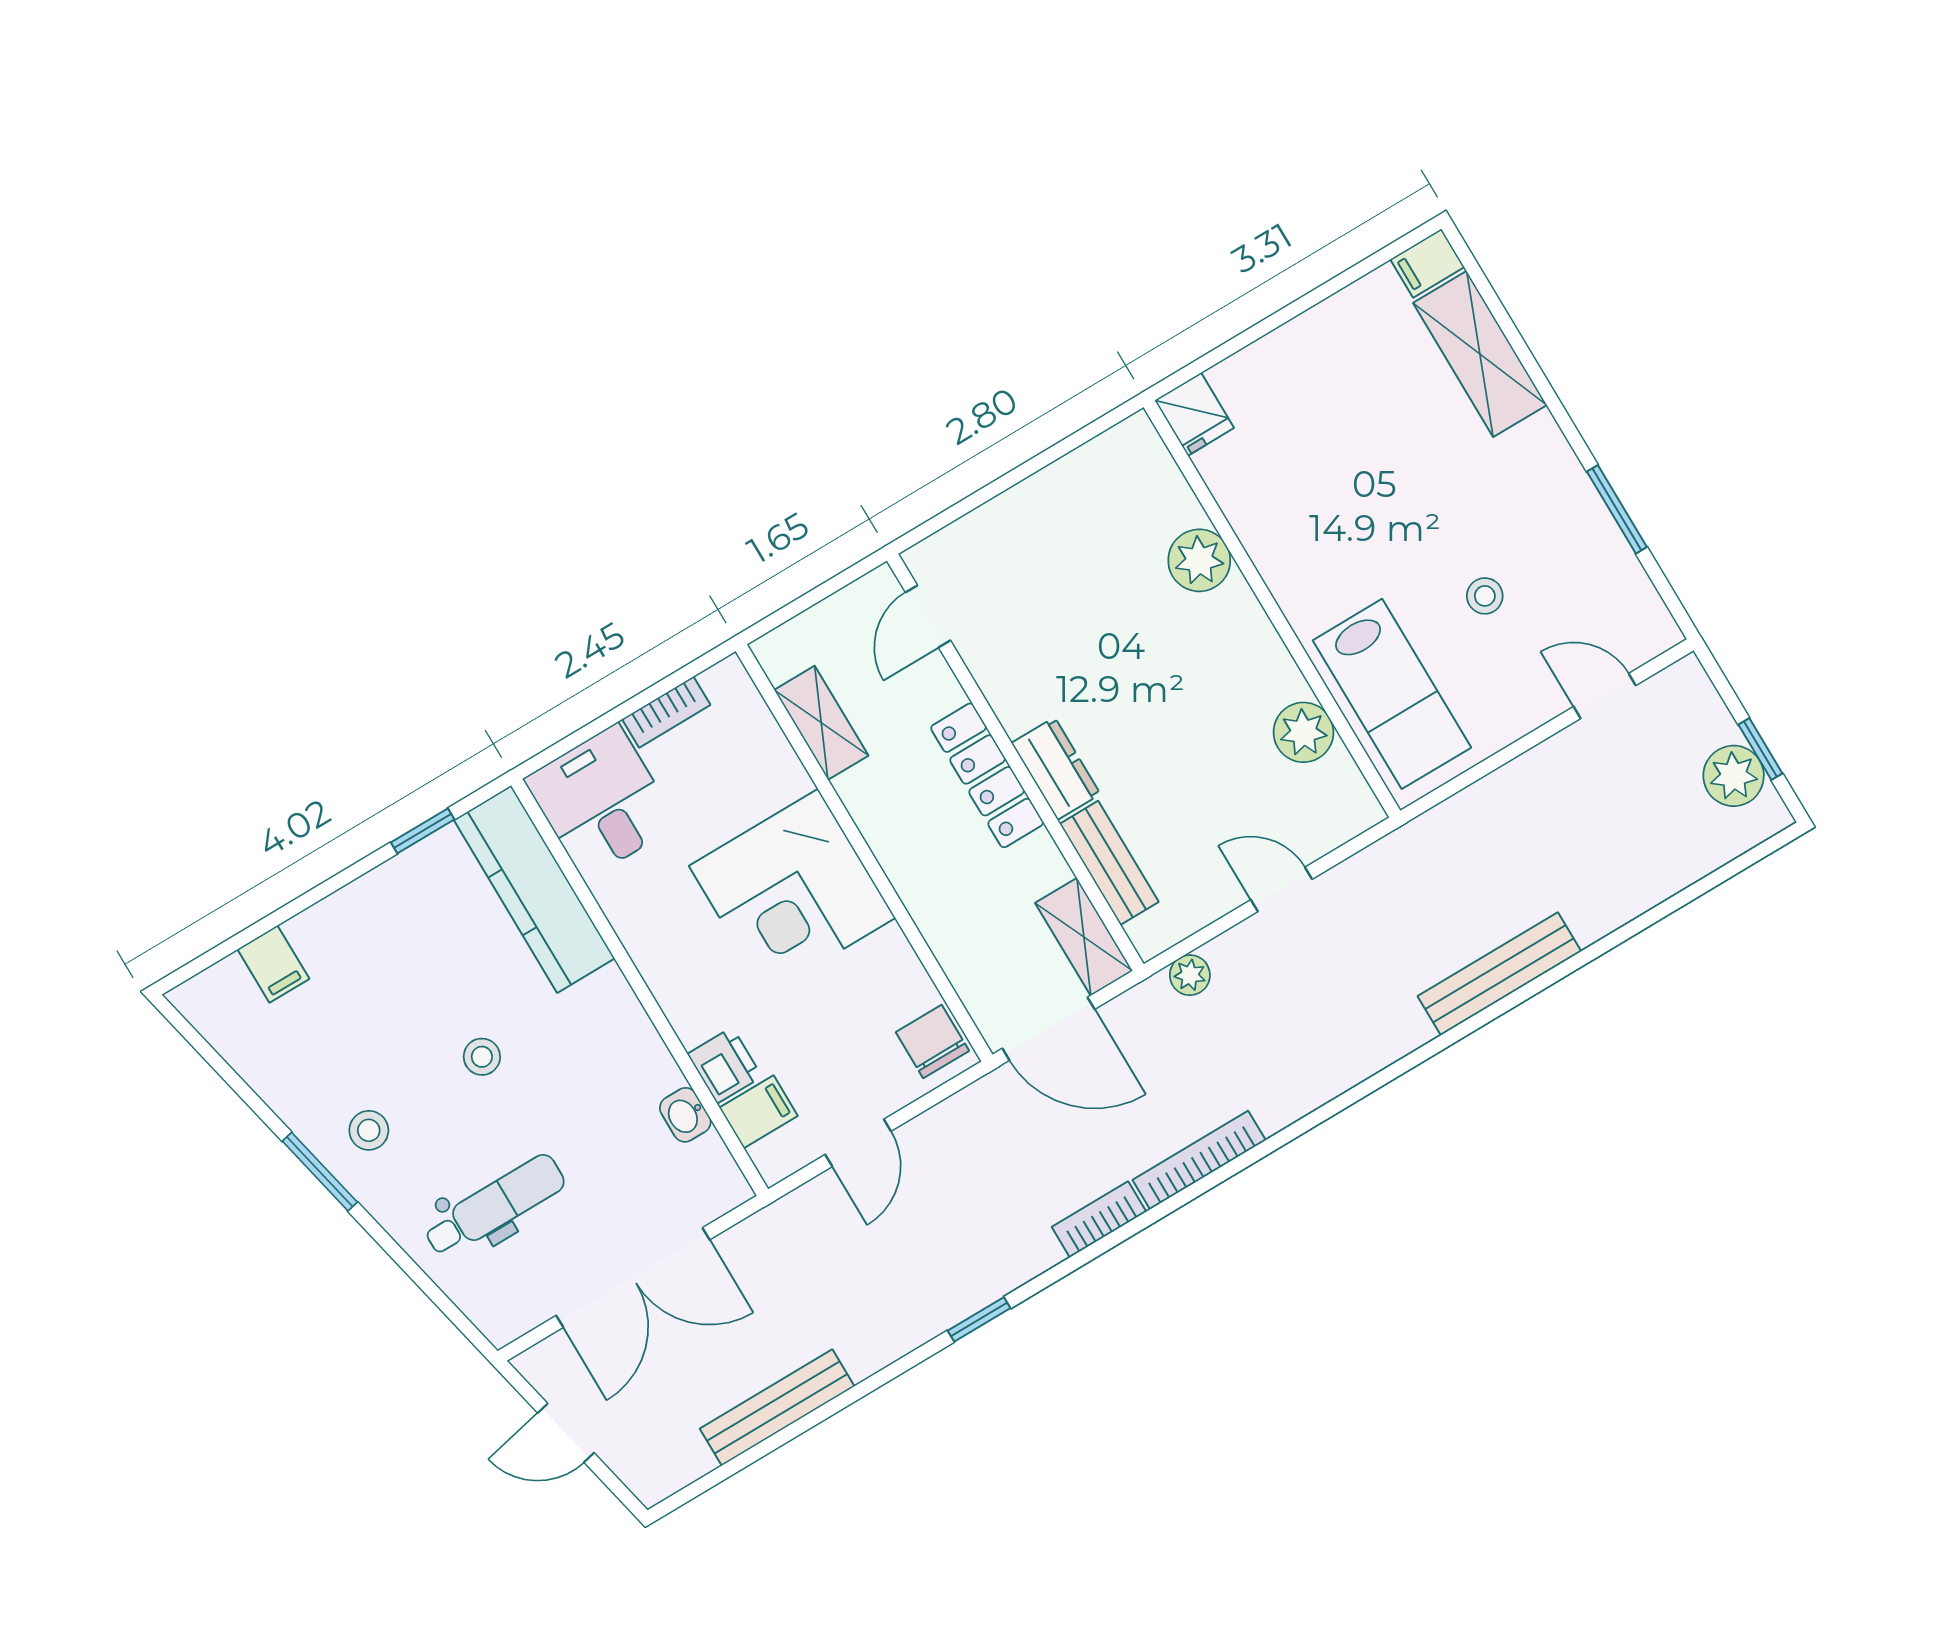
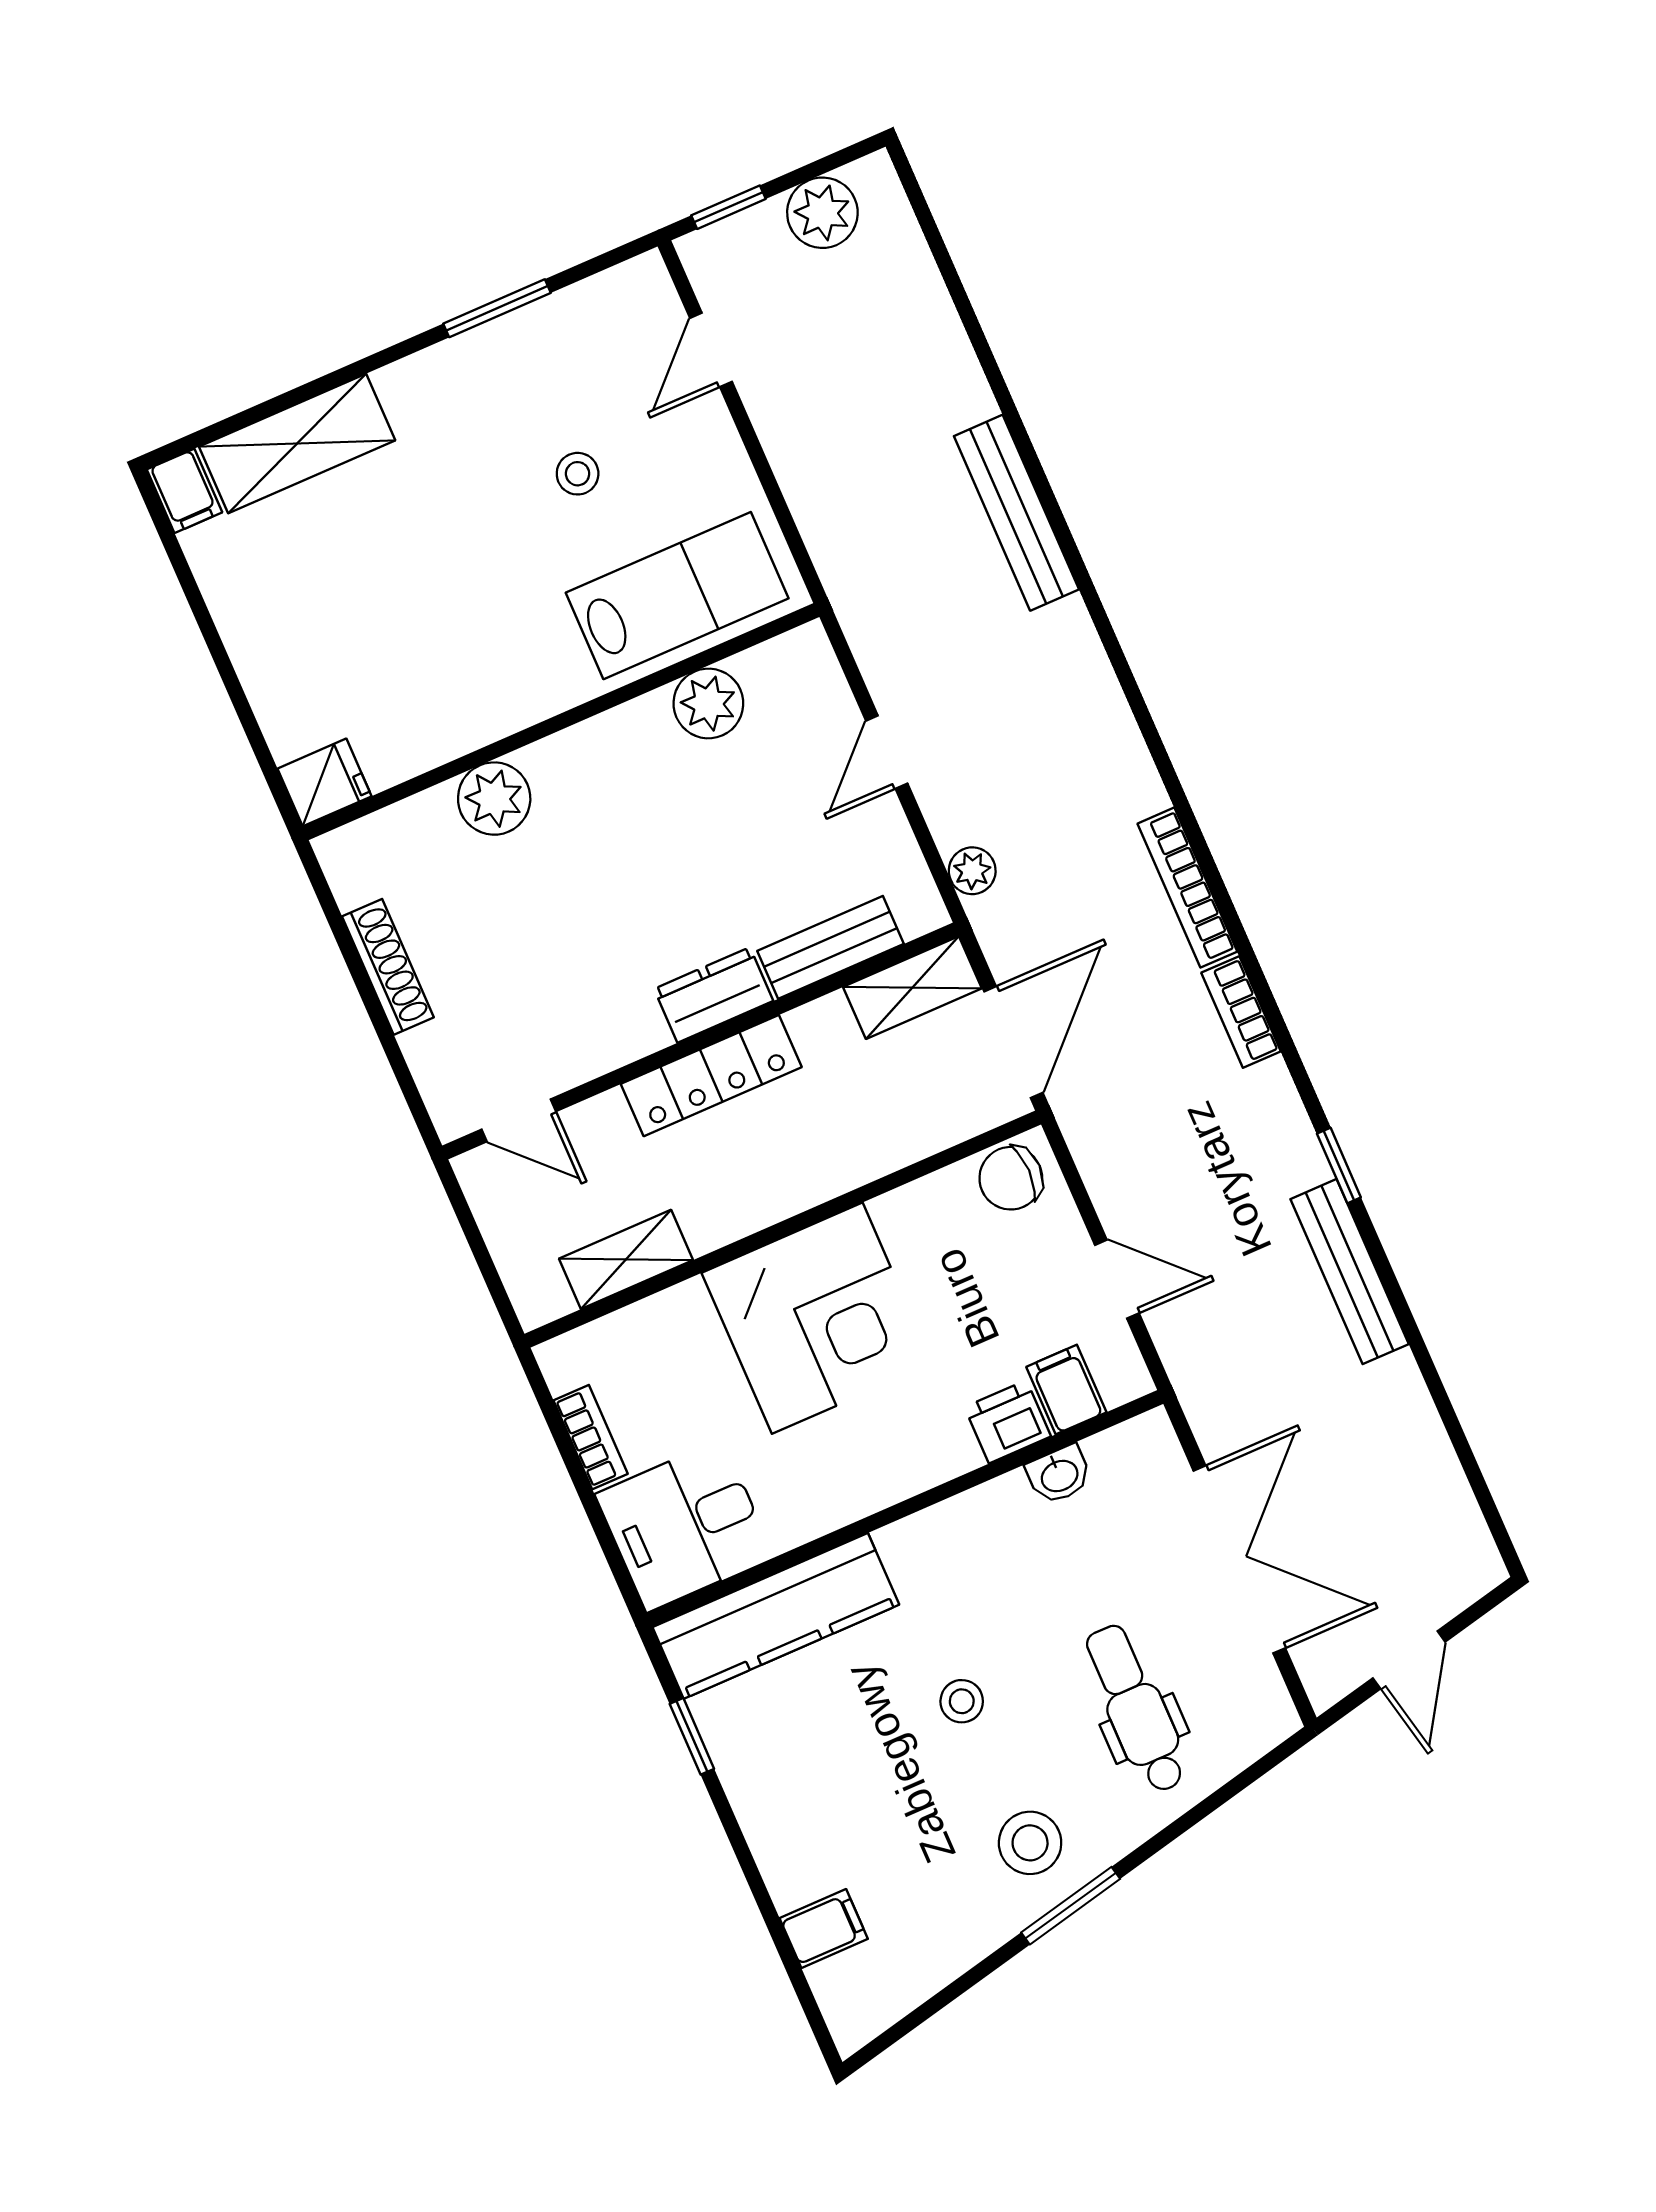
shoe rack: (1044, 488) -> (388, 967), added
window: (1760, 749) -> (728, 207), moved
stool: (369, 1130) -> (1030, 1843), width x1.37, depth x1.37
bench: (777, 1408) -> (1350, 1272), moved

